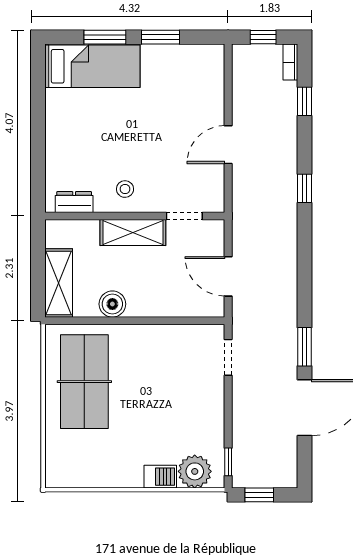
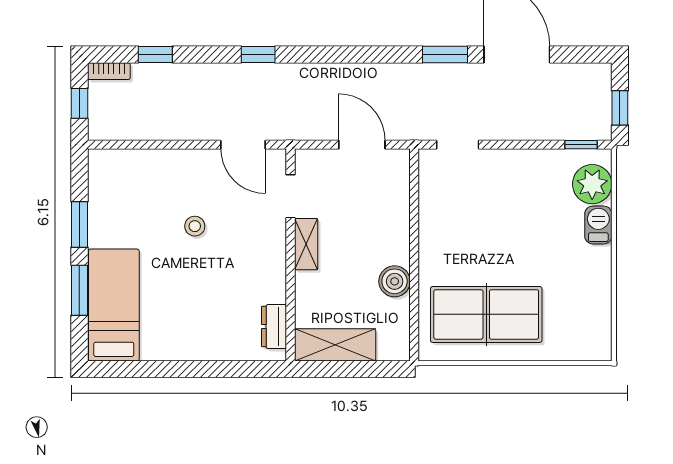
door: (228, 145) -> (243, 145), moved
stool: (125, 189) -> (195, 226), moved
shelving: (133, 232) -> (306, 244), width x0.67, depth x0.75
door: (228, 276) -> (362, 145), swing flipped
shelving: (59, 283) -> (335, 345), moved

